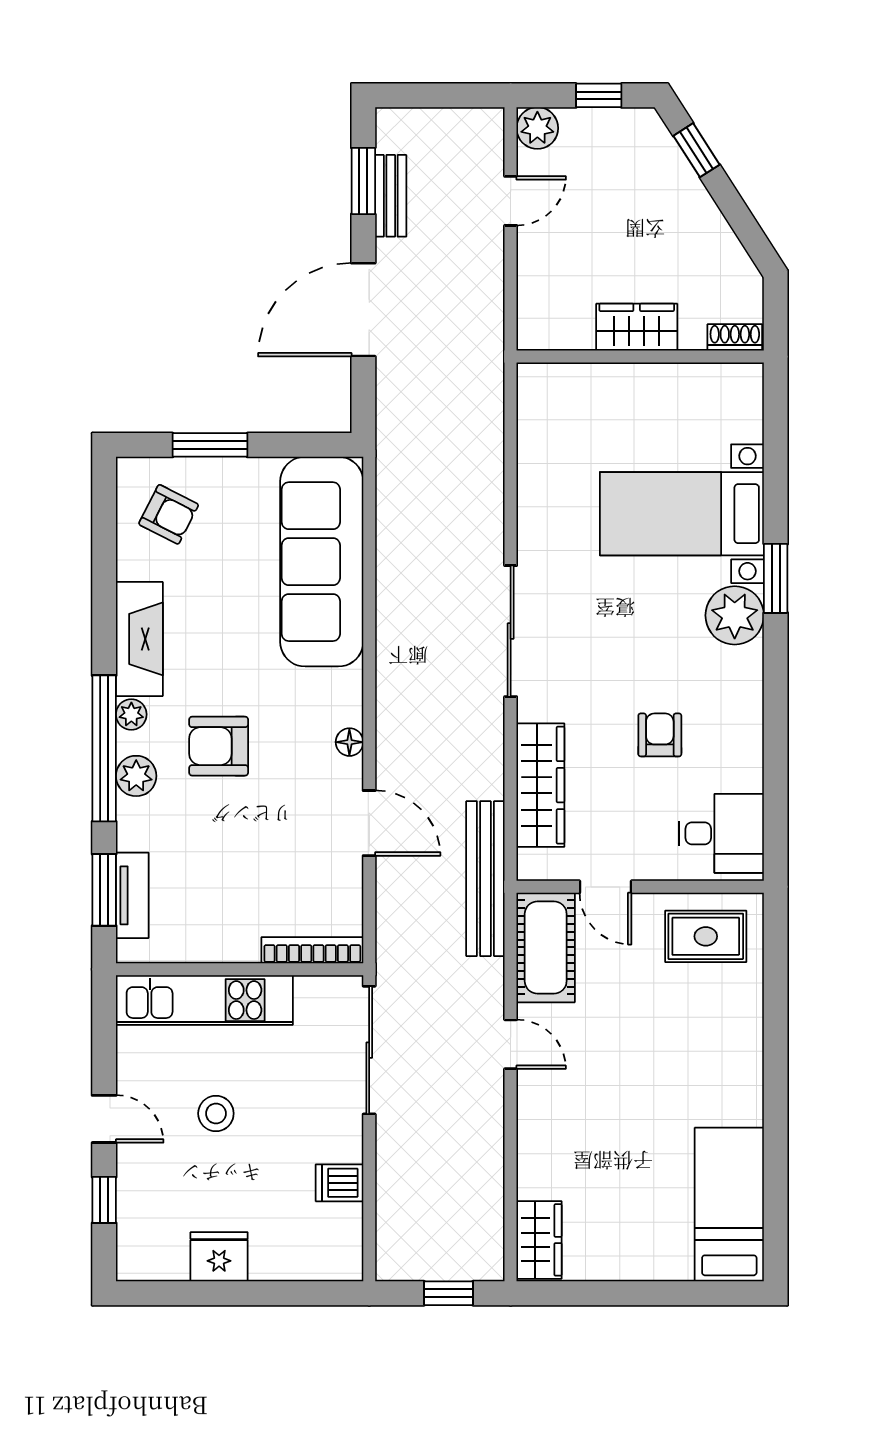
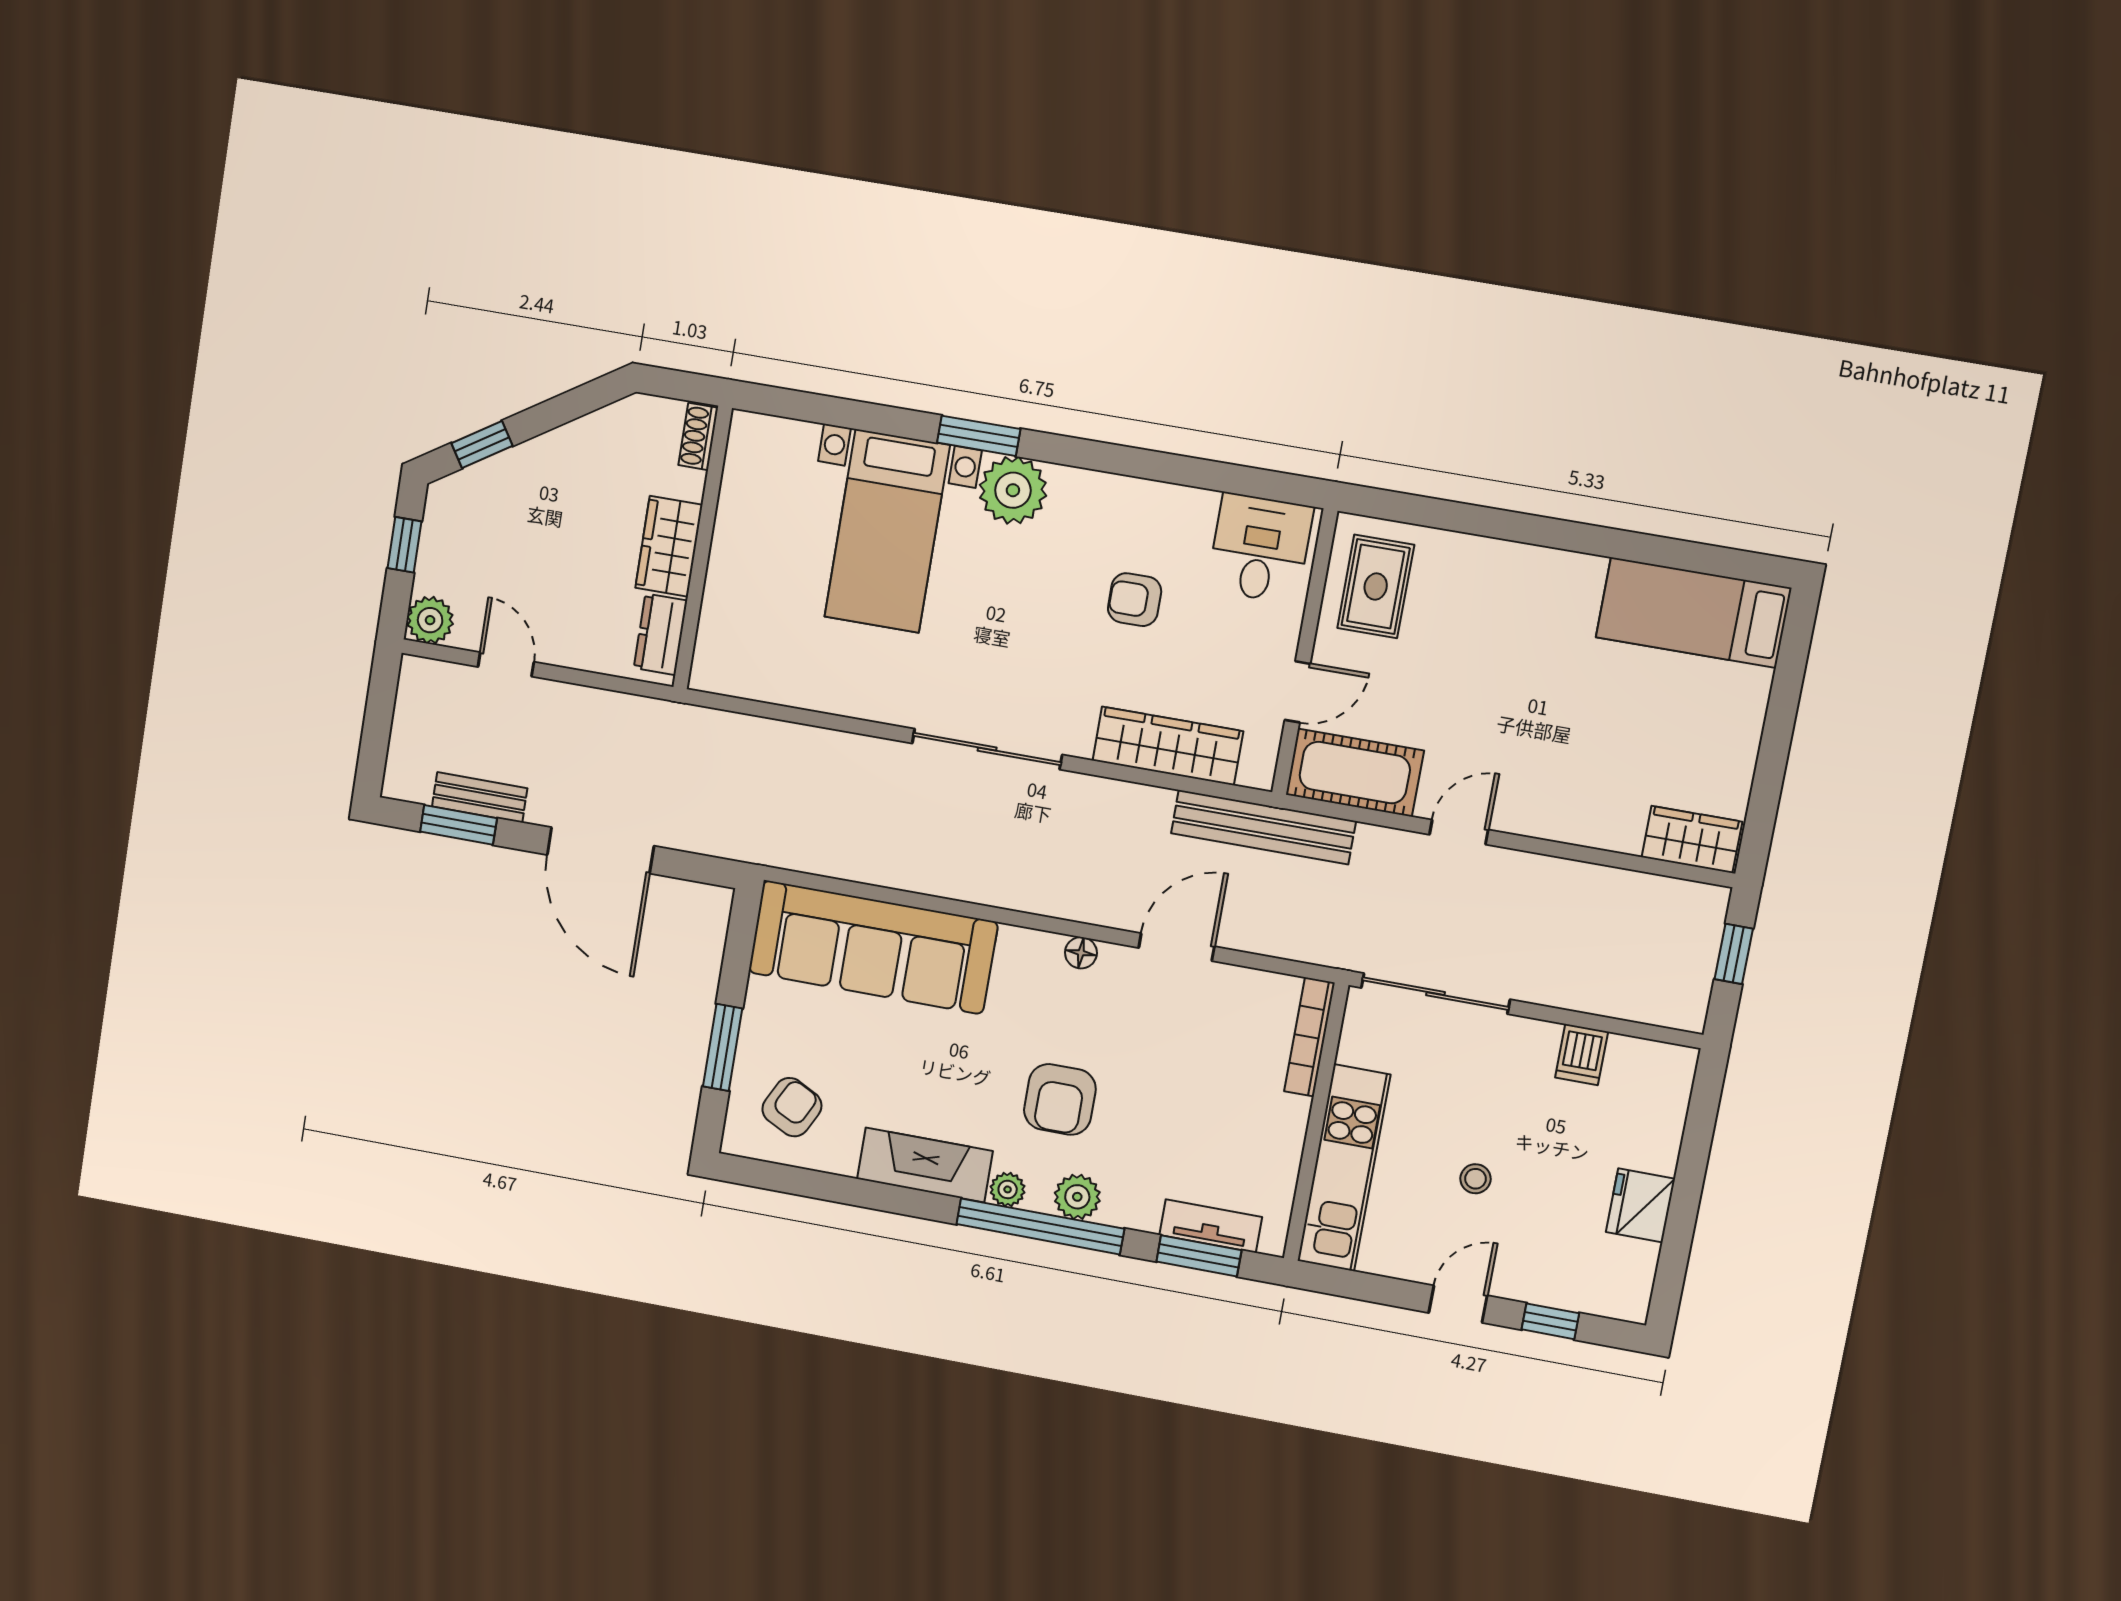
dresser: (560, 332) -> (660, 634), added
stool: (216, 1113) -> (1475, 1179), width x0.73, depth x0.73

